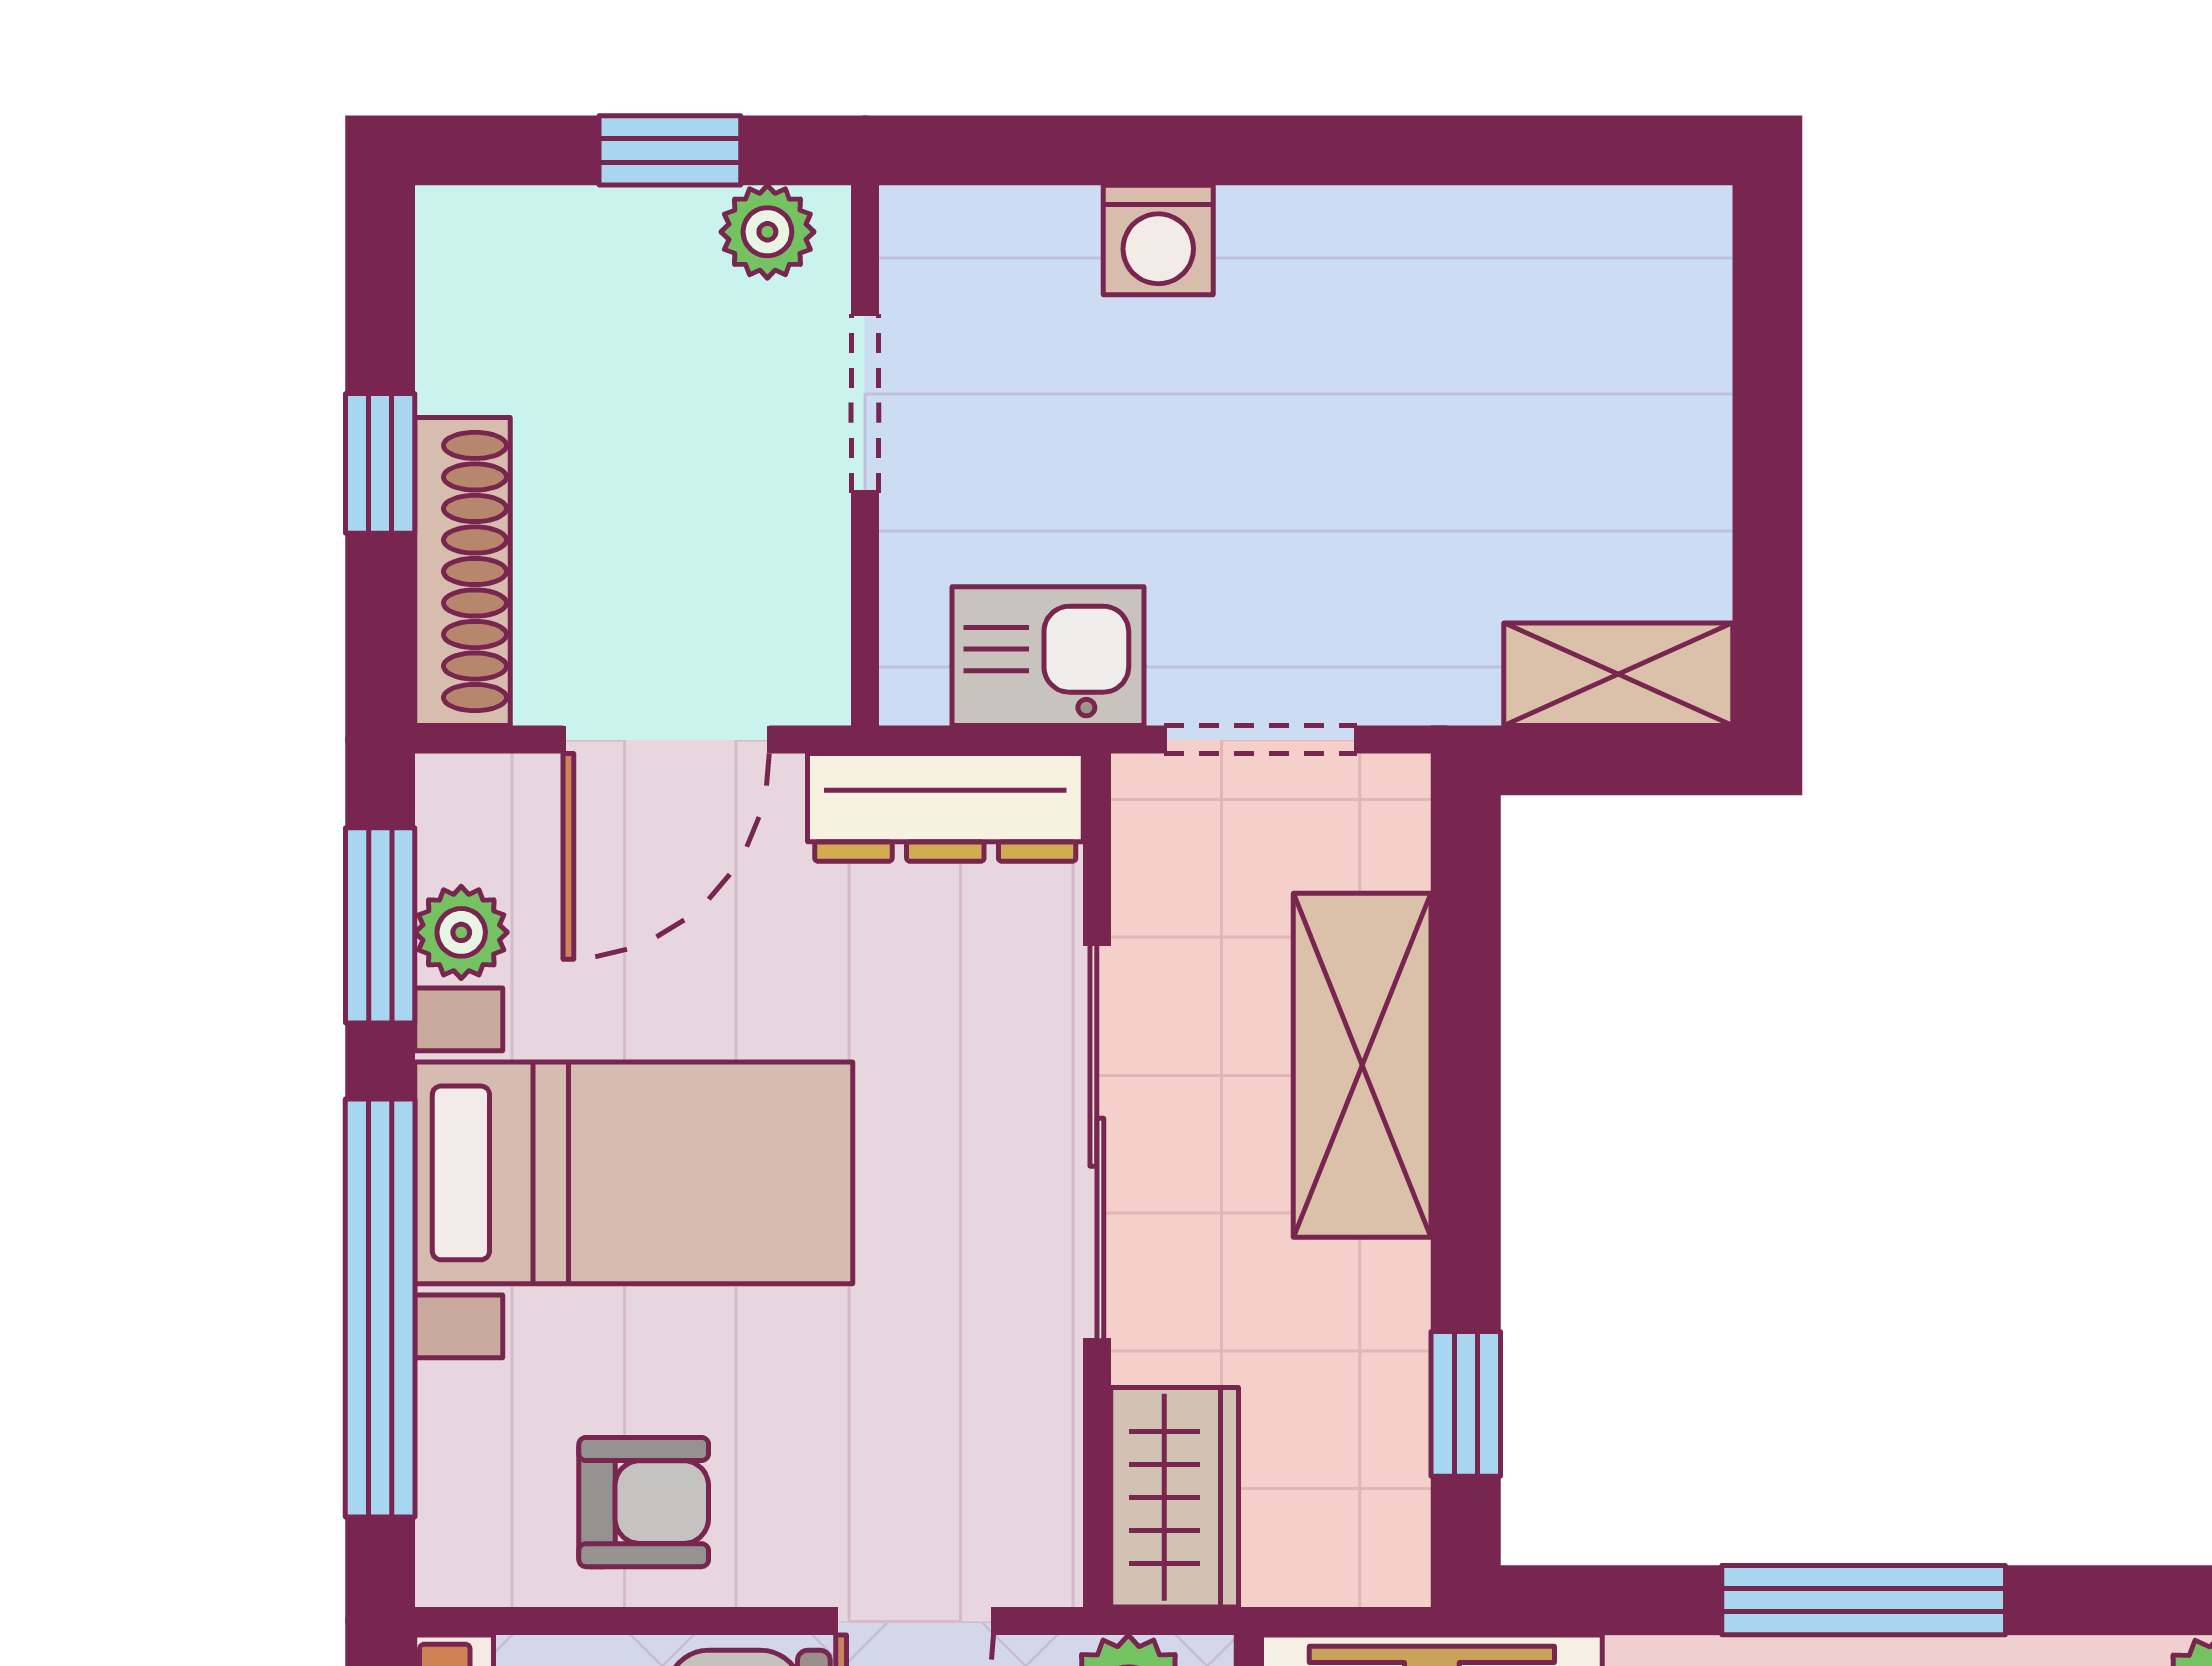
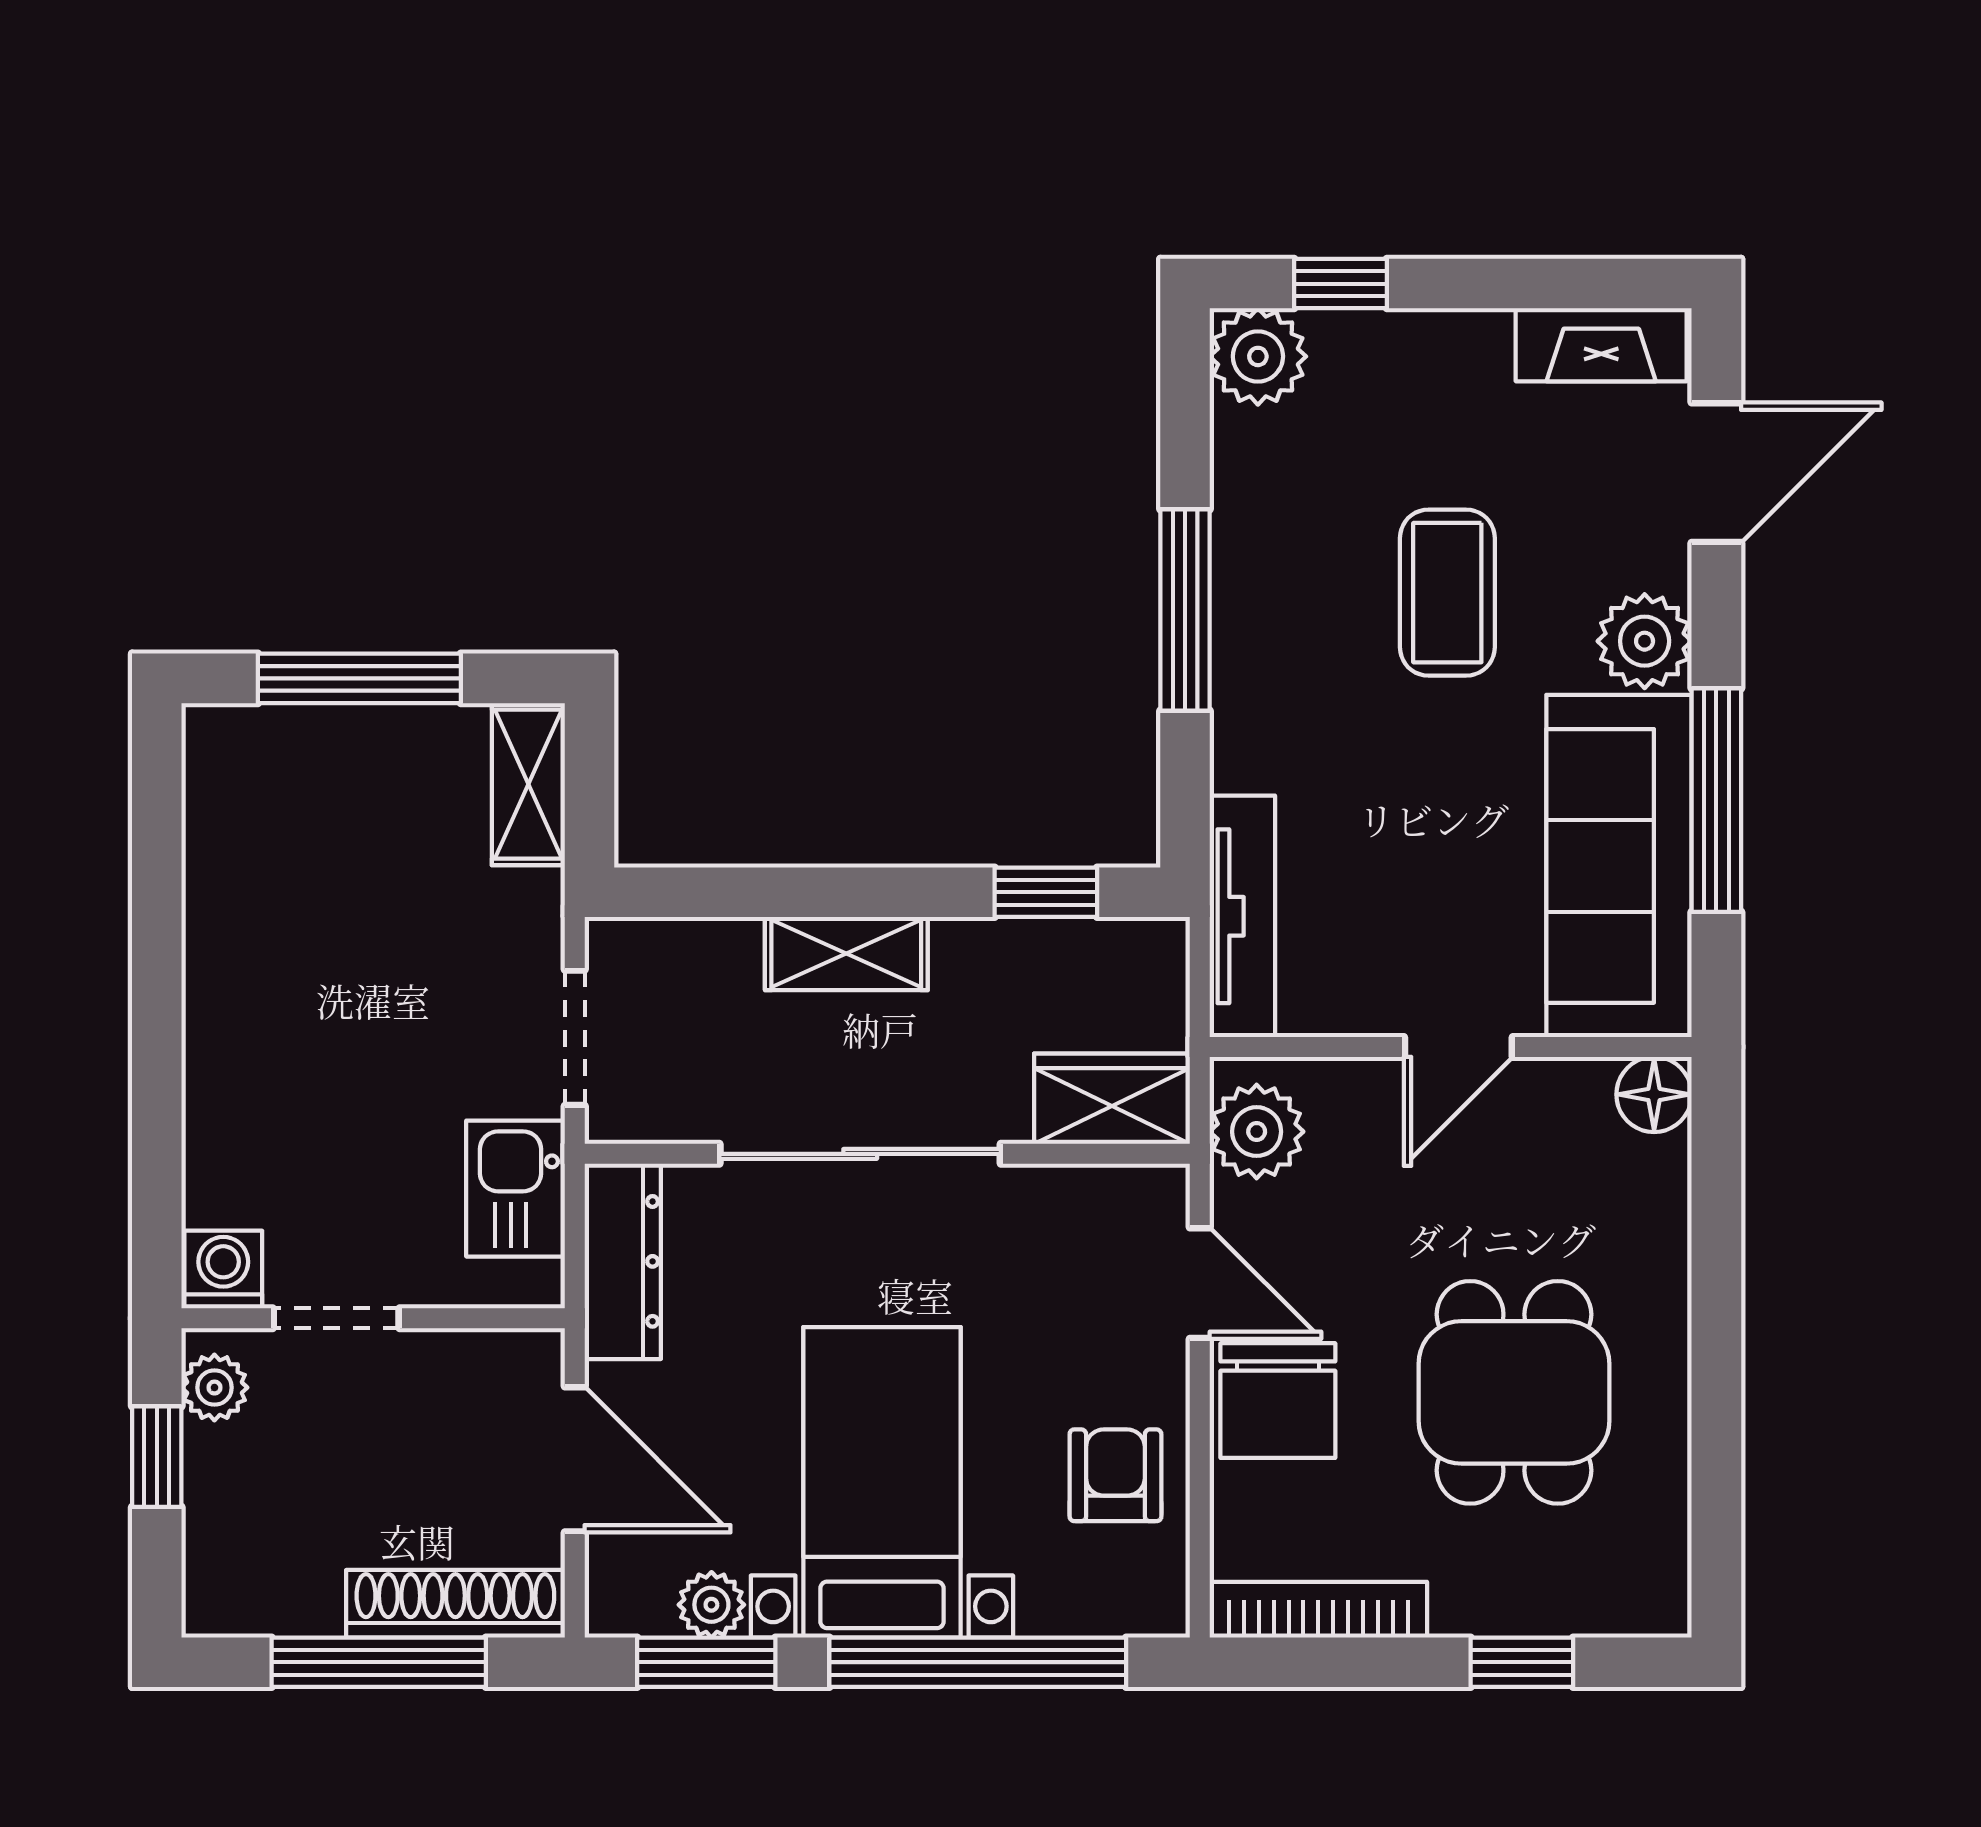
washing machine: (1158, 240) -> (223, 1270), moved, turned -90
window: (1767, 436) -> (359, 678), added
window: (380, 463) -> (379, 1662), width x2.17
shelving: (1362, 1065) -> (846, 954), width x0.67, depth x0.75

